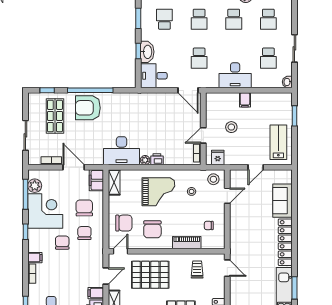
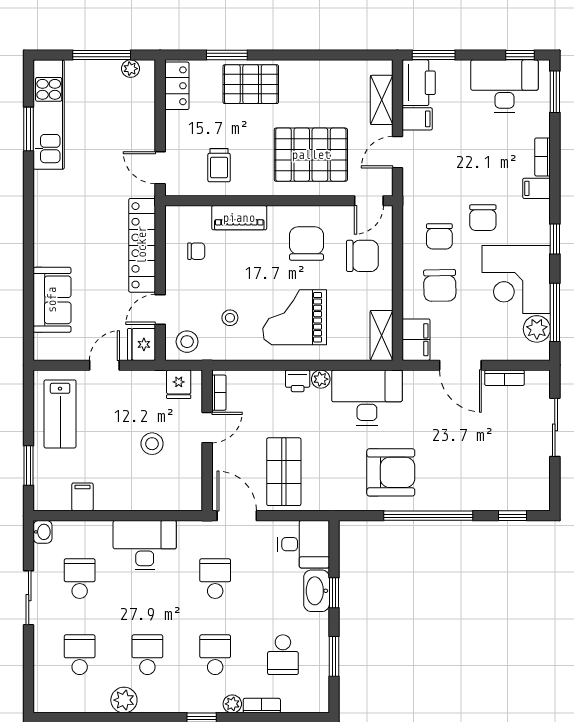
filing cabinet: (245, 100) -> (82, 497), moved
armchair: (88, 108) -> (391, 472), moved
shop shelf: (55, 116) -> (284, 472), moved
fridge: (237, 178) -> (142, 344), added
chair: (124, 223) -> (362, 256), turned 180
locker: (285, 242) -> (142, 245), moved, turned 180

